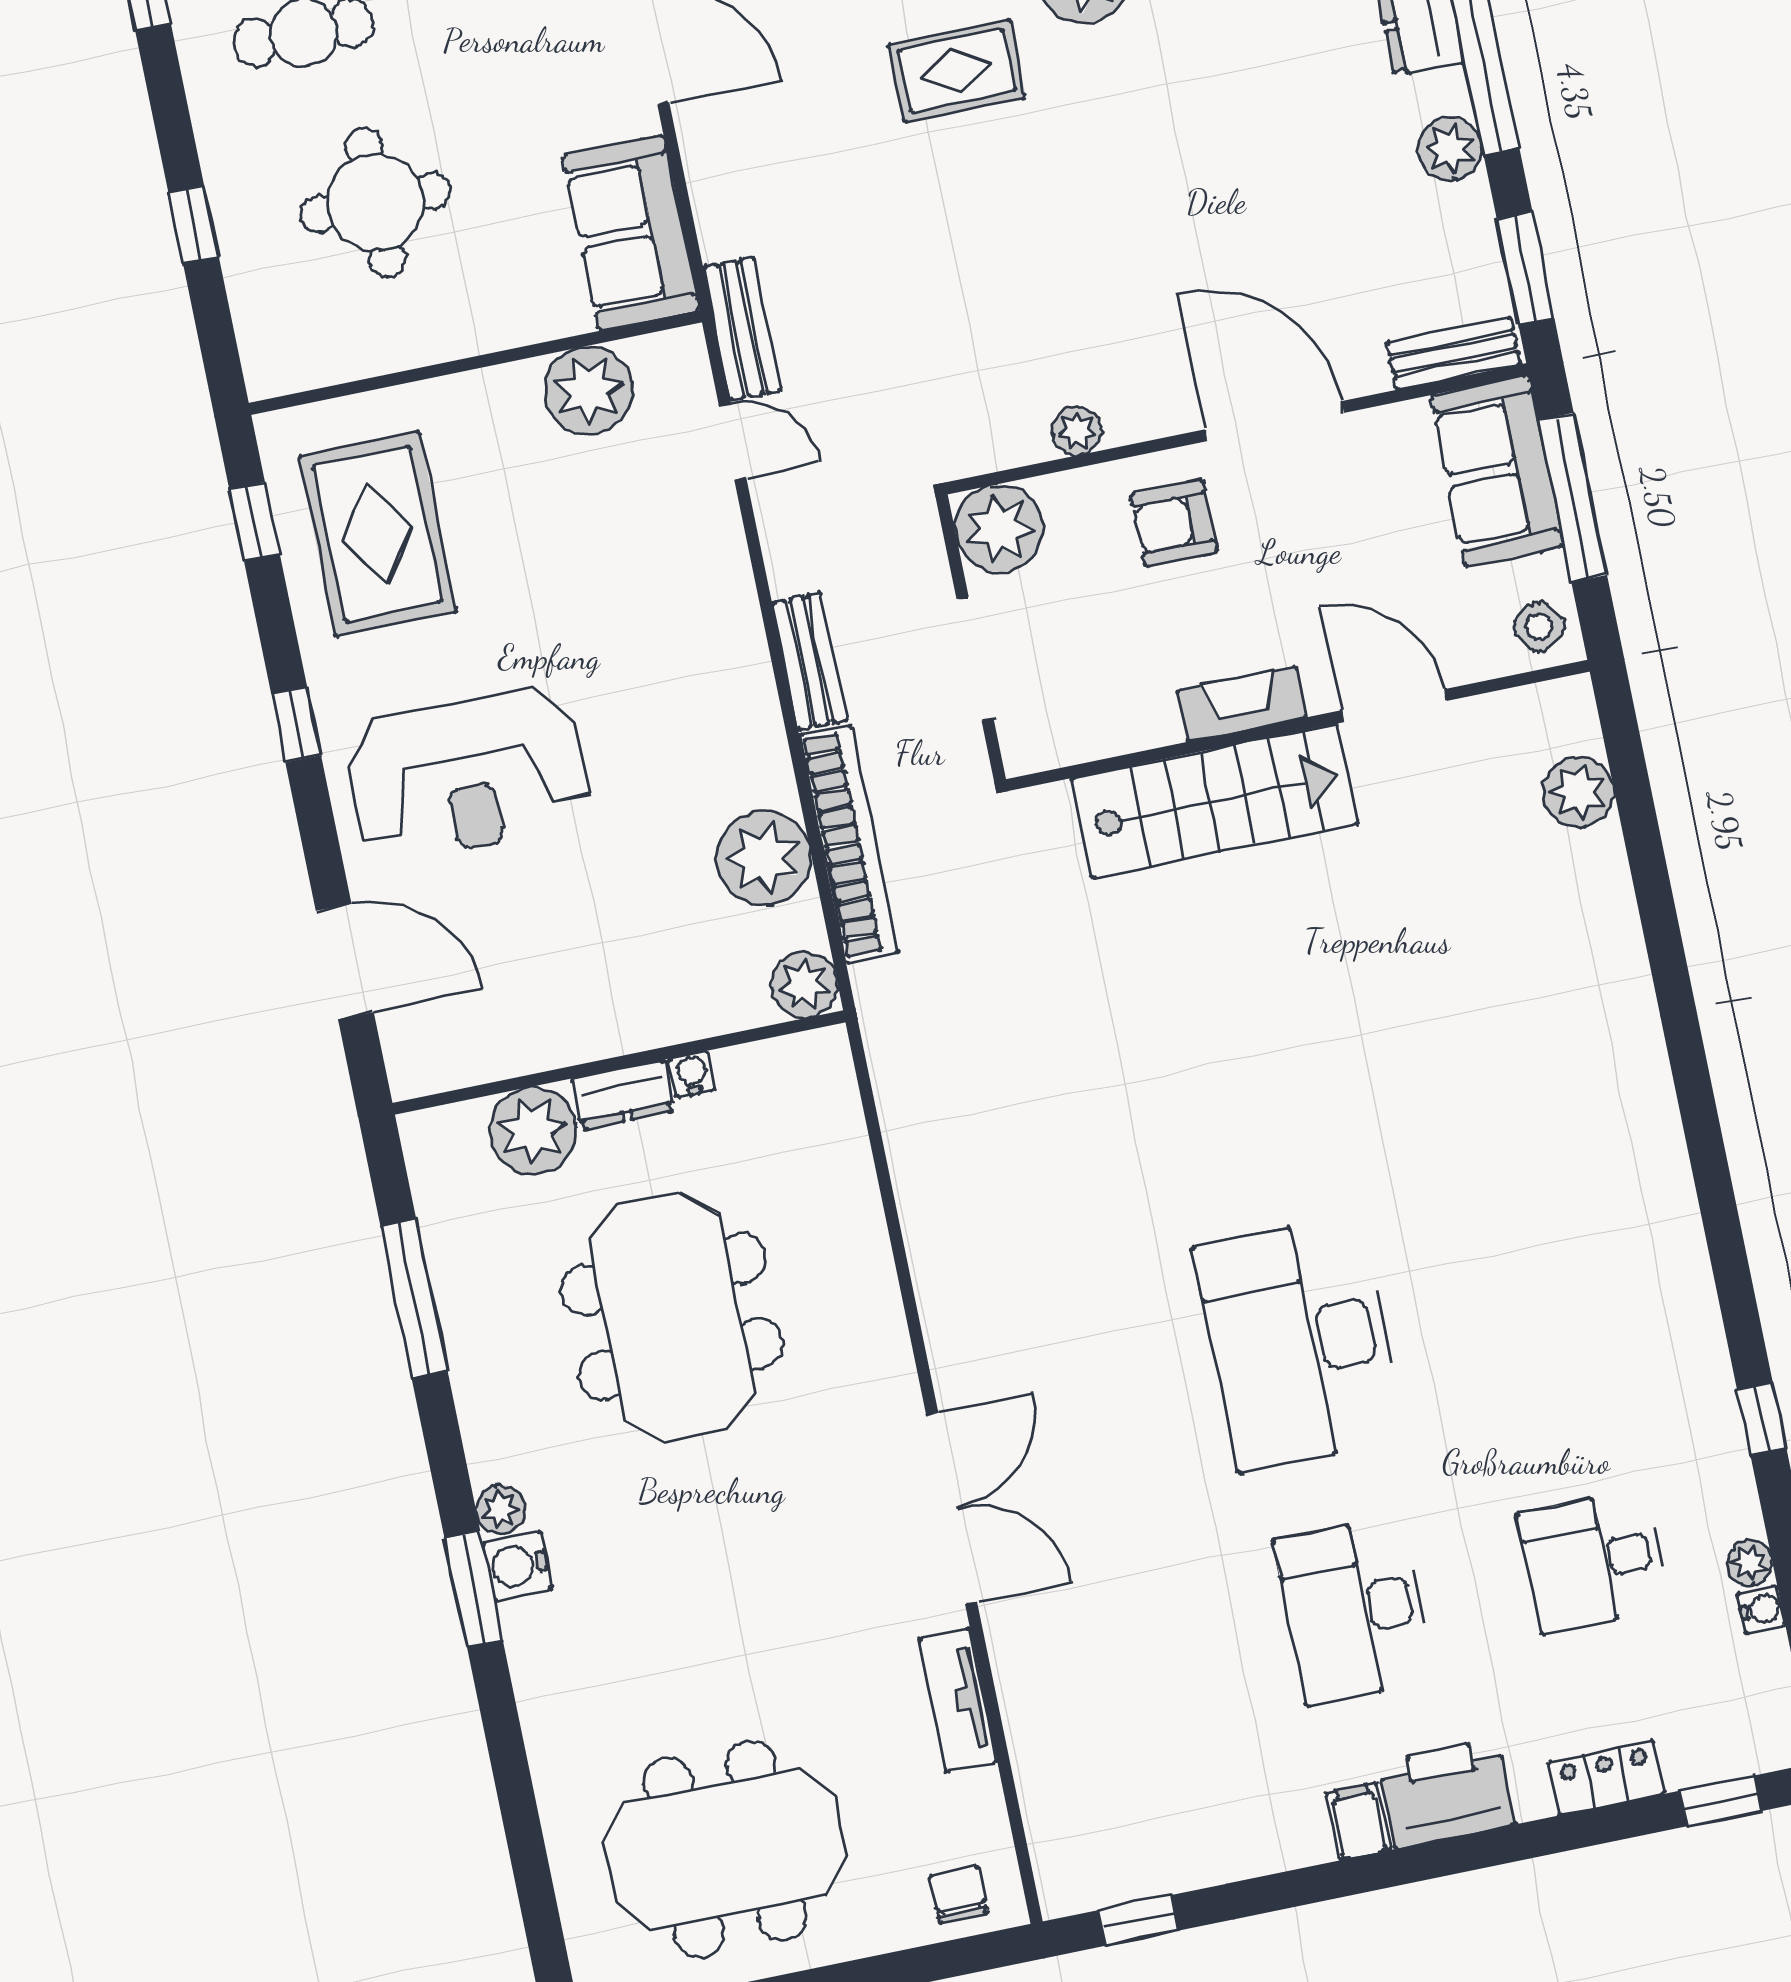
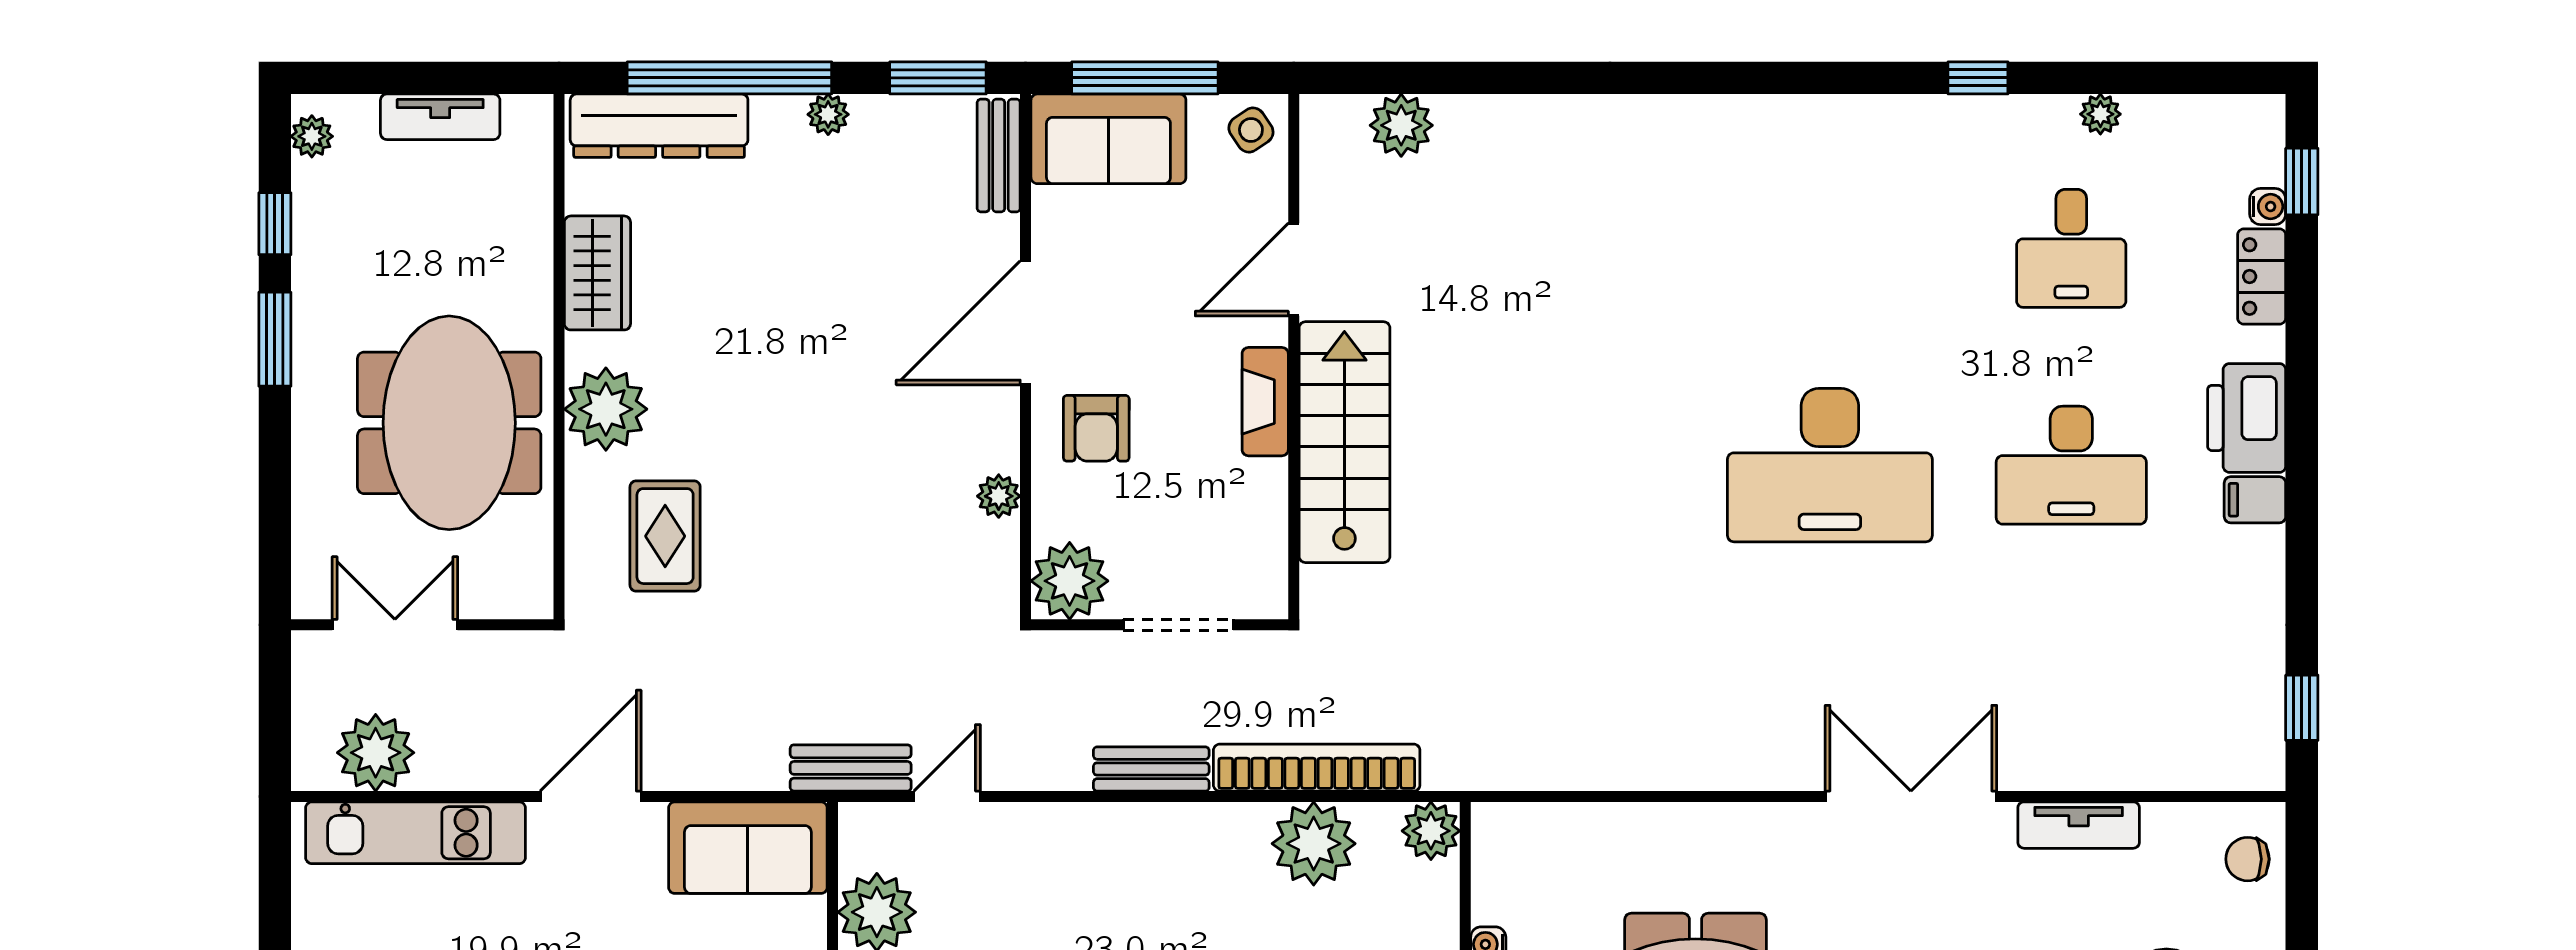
plant: (1450, 149) -> (828, 114), width x0.73, depth x0.73
water cooler: (1761, 1609) -> (2268, 207), moved, turned 90

